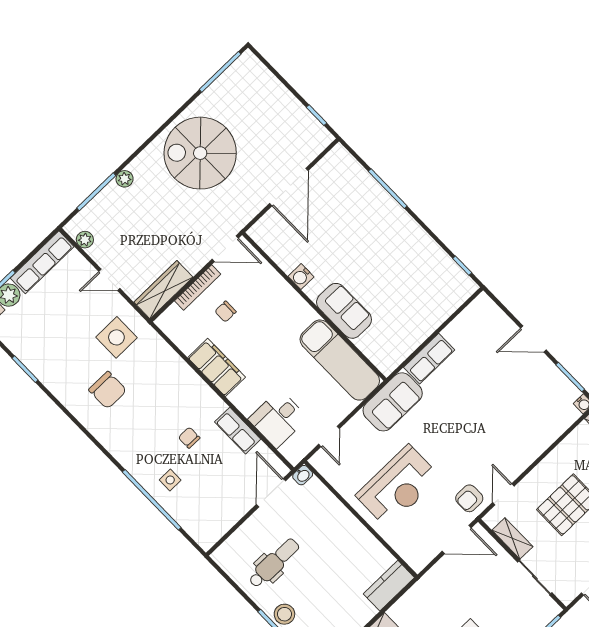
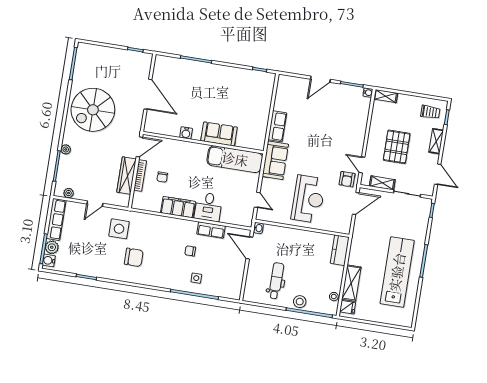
wardrobe: (163, 290) -> (127, 176), moved
desk: (278, 419) -> (208, 207), moved

